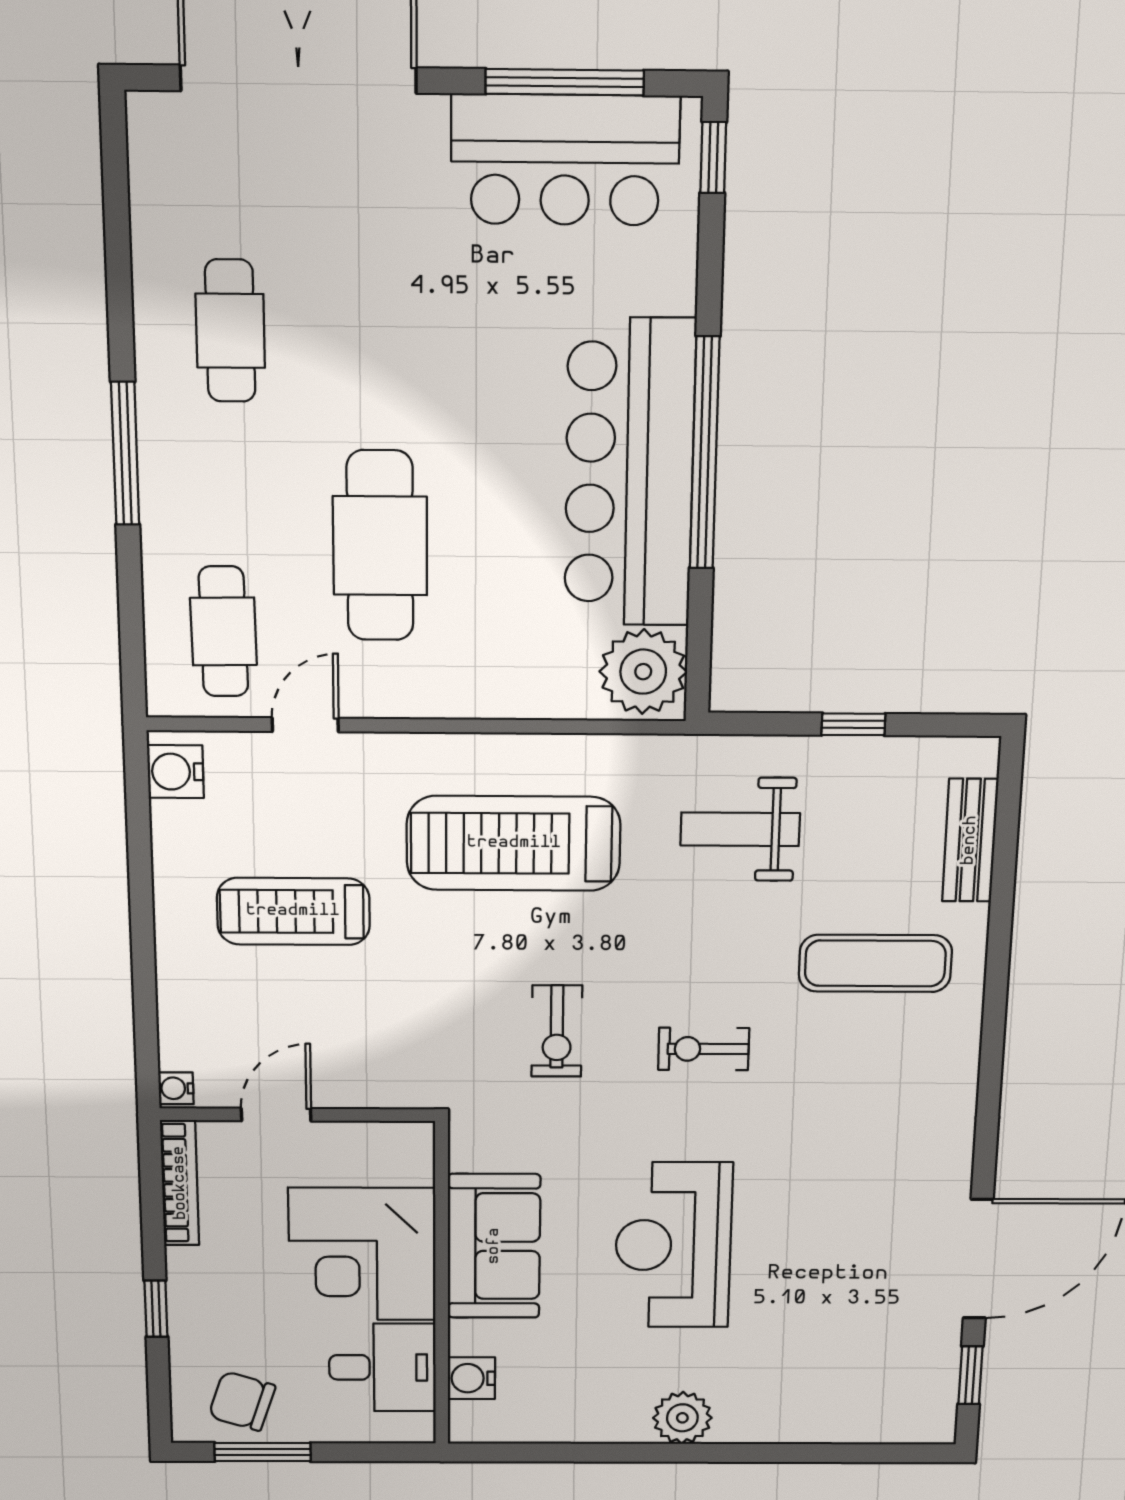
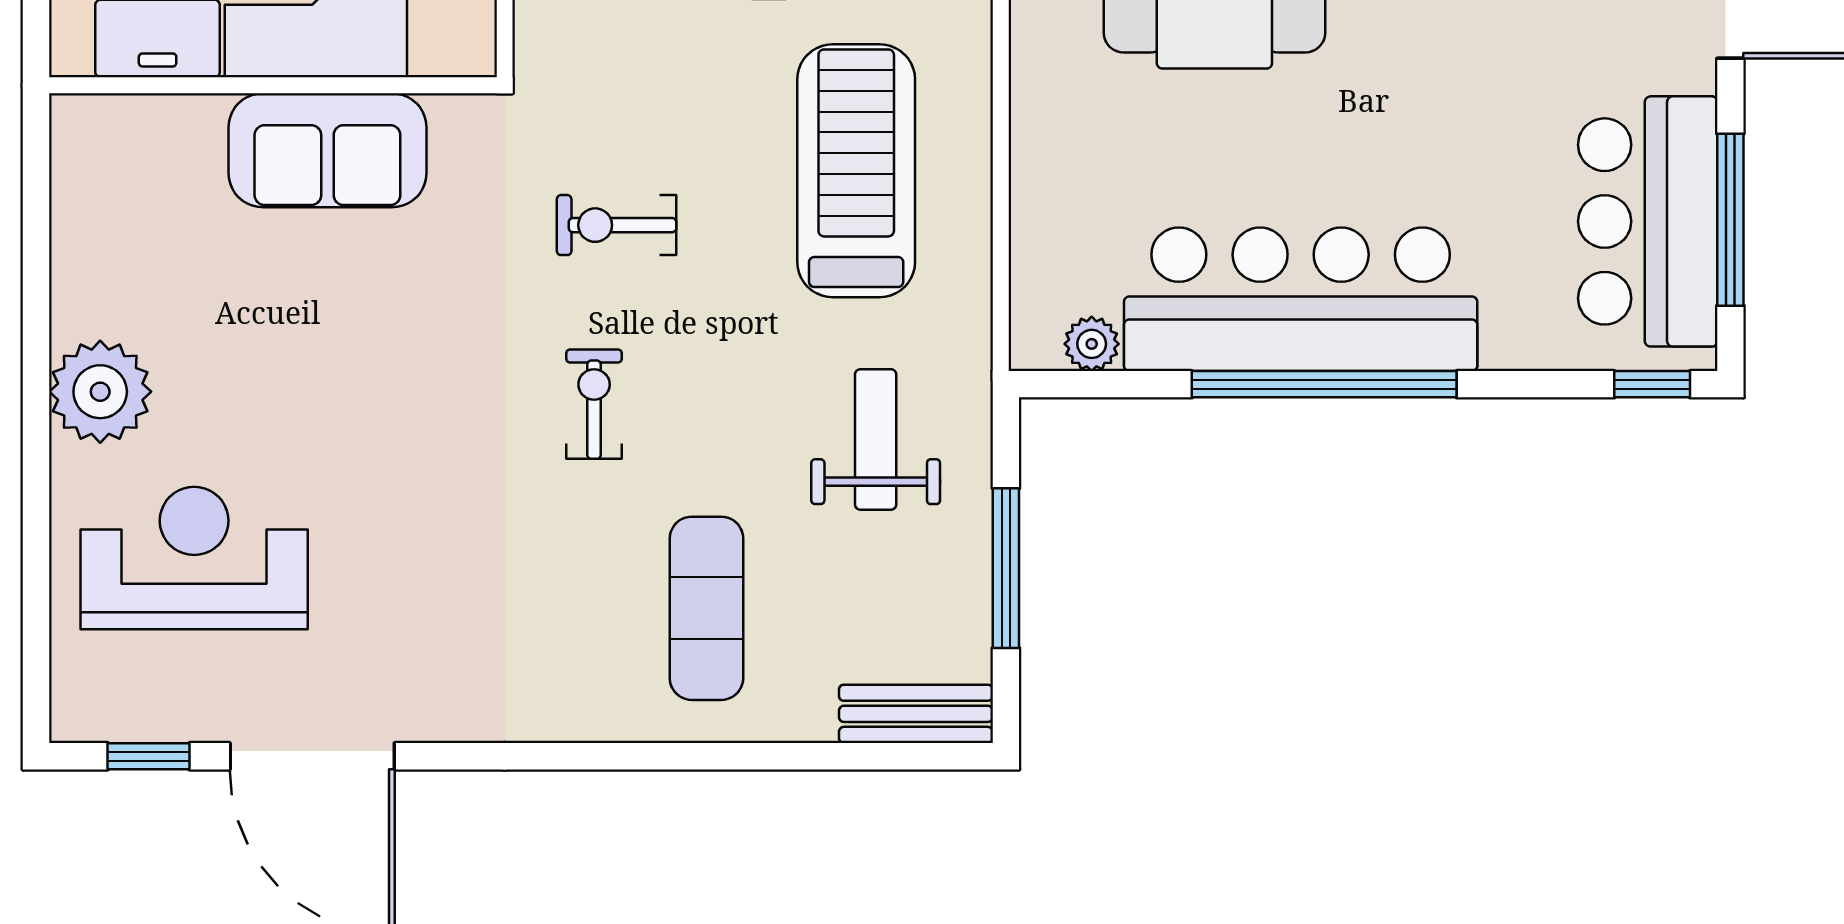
plant: (643, 672) -> (1092, 344), width x0.53, depth x0.53
window: (853, 724) -> (1006, 568), width x2.17
bench: (970, 840) -> (916, 714), moved
reception desk: (673, 1245) -> (194, 558), moved
water cooler: (471, 1378) -> (143, 123), removed
plant: (682, 1418) -> (100, 392), width x1.36, depth x1.36

